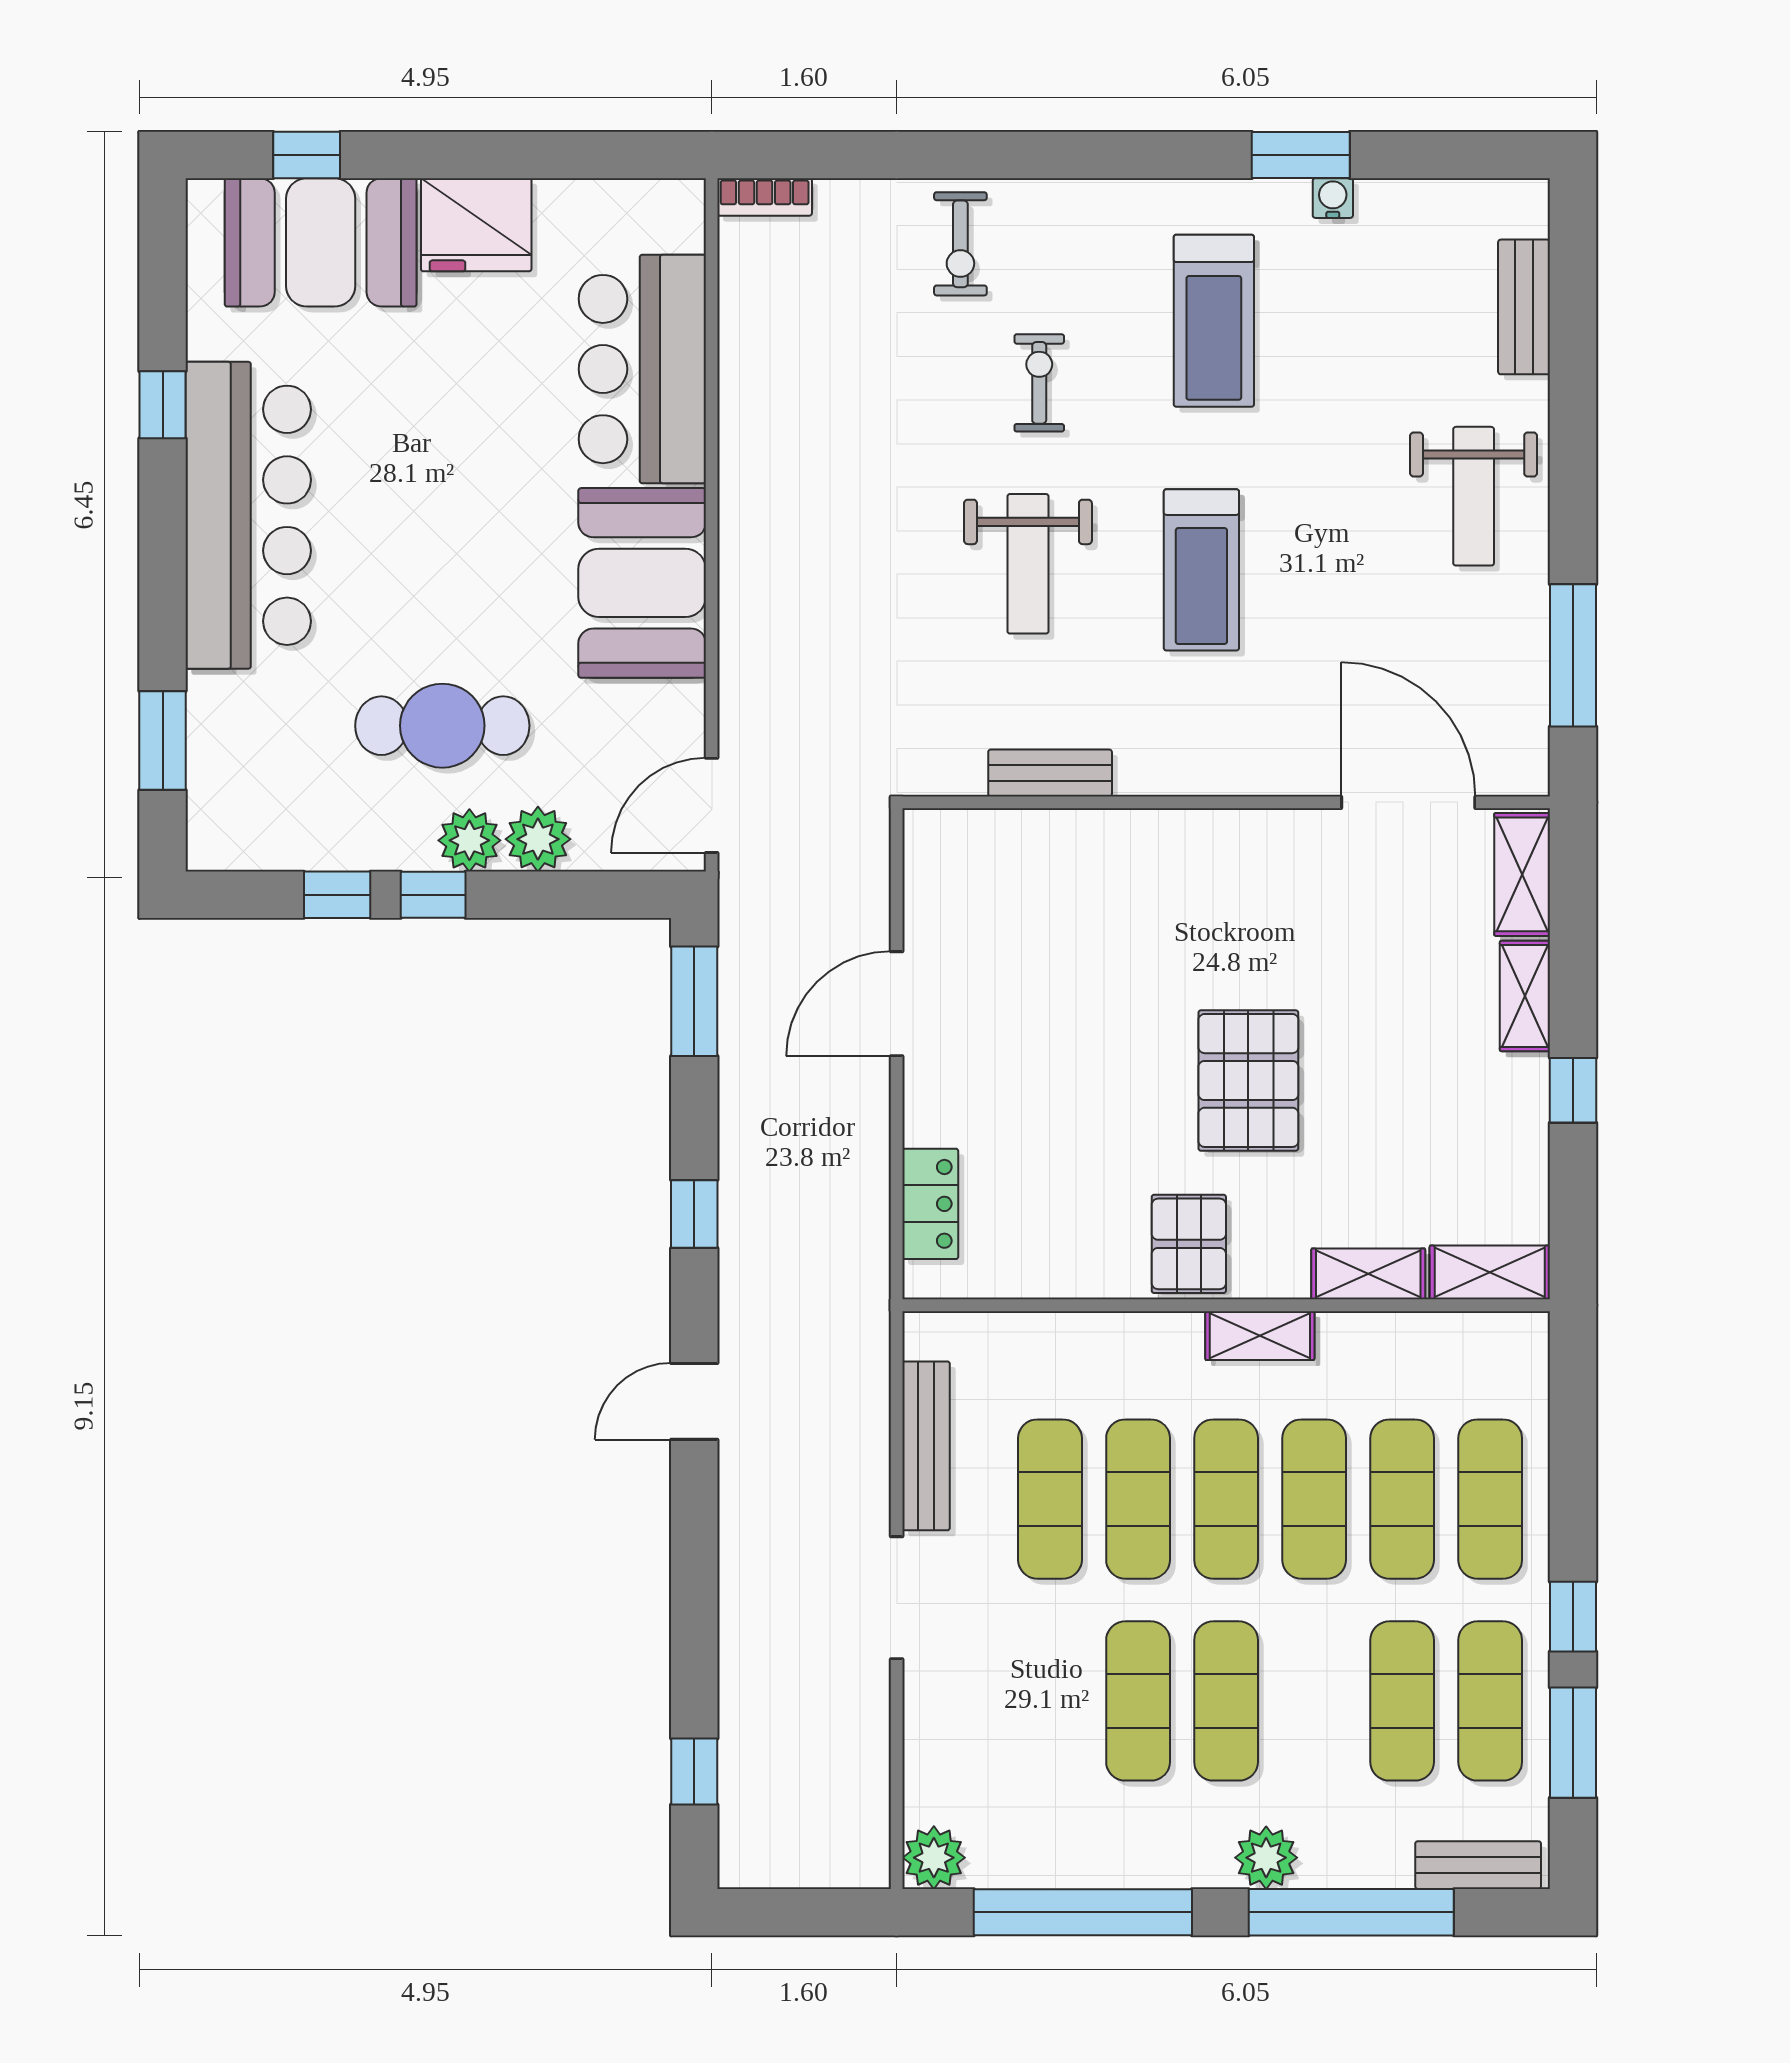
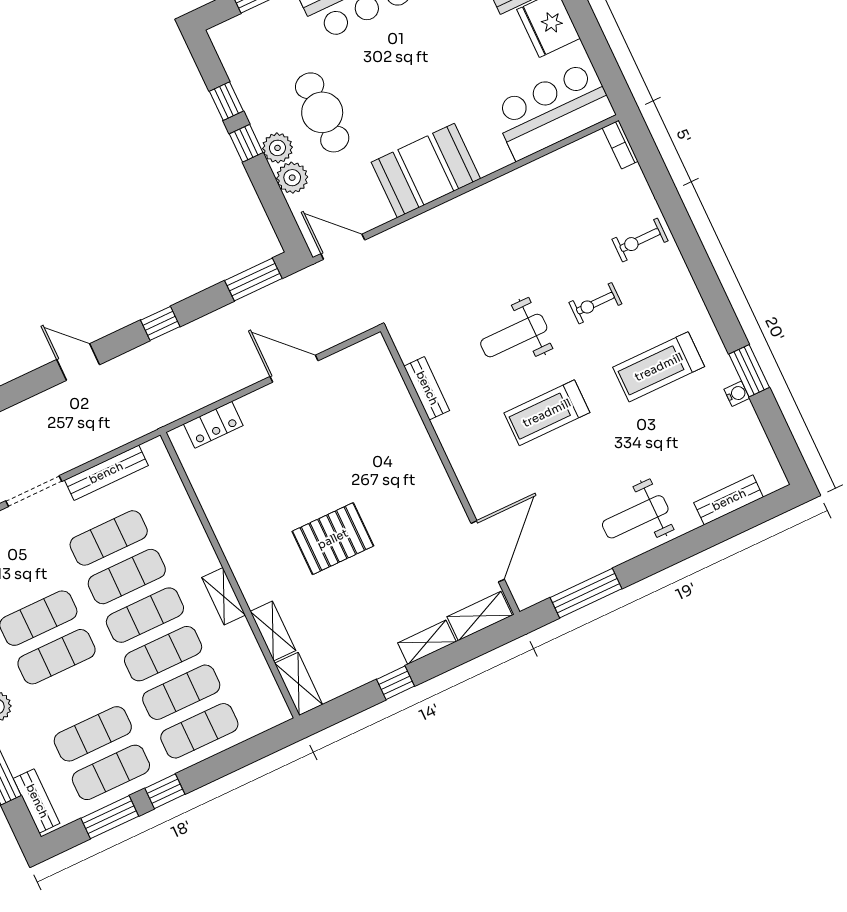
bar counter: (642, 369) -> (553, 111), moved
exercise bike: (1039, 383) -> (595, 303), turned 180
pallet: (1189, 1244) -> (249, 546), removed

